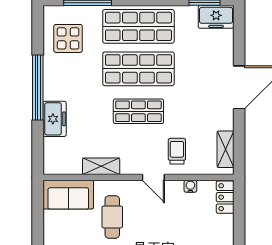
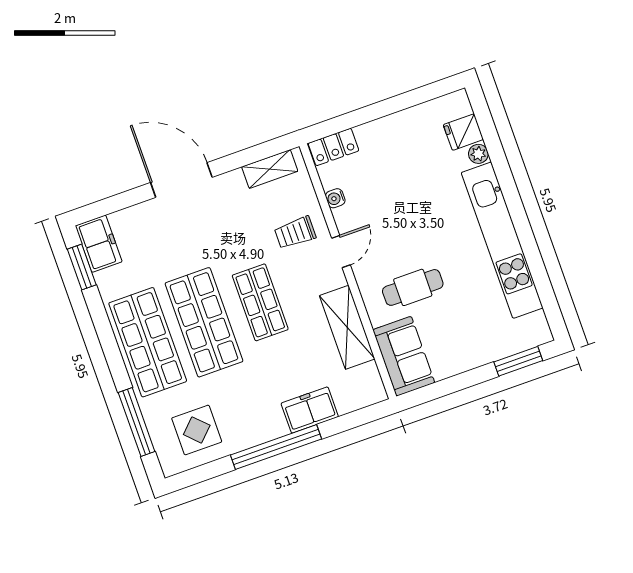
shelving: (101, 166) -> (347, 327), width x1.50, depth x1.33

